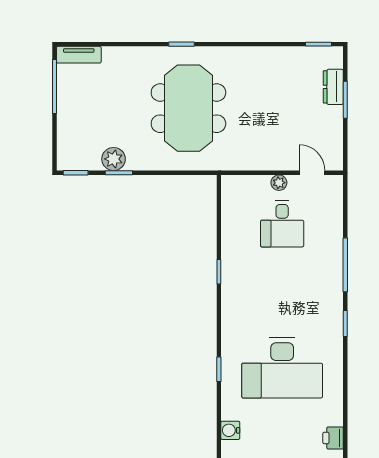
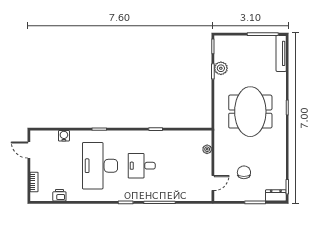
tv unit: (79, 55) -> (281, 53), width x1.41
dresser: (333, 87) -> (276, 195), moved
meeting table: (188, 108) -> (250, 112), turned 90
chair: (293, 119) -> (244, 172), added
plant: (279, 183) -> (207, 149), moved
desk: (282, 224) -> (142, 166), moved

